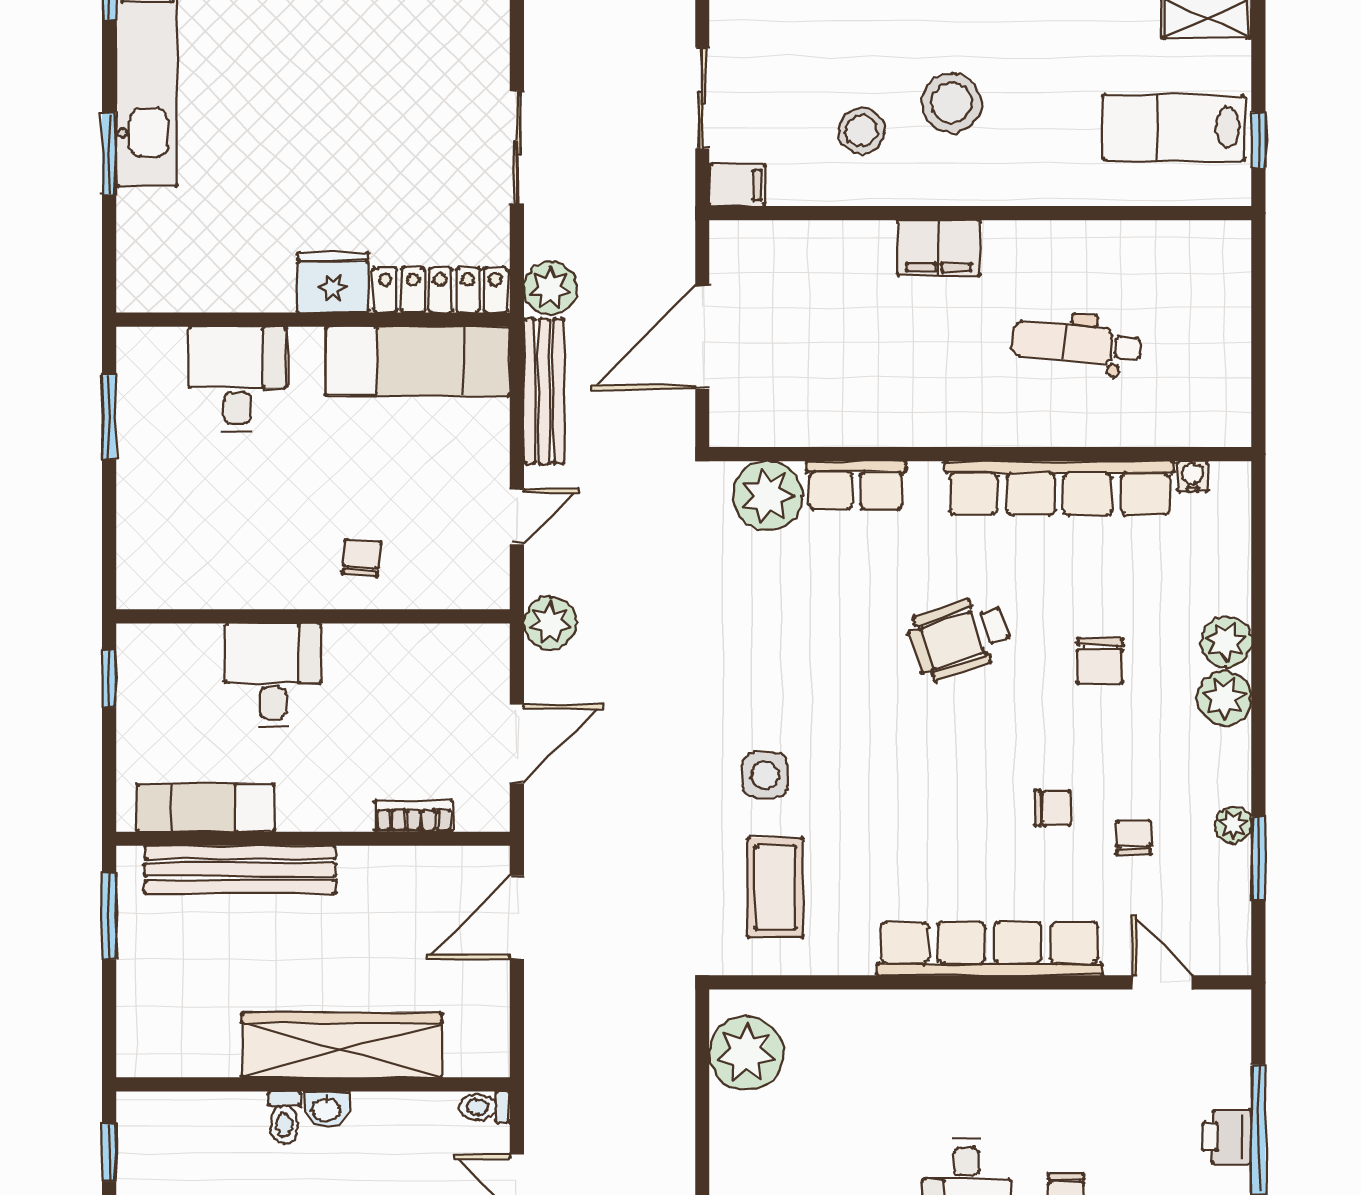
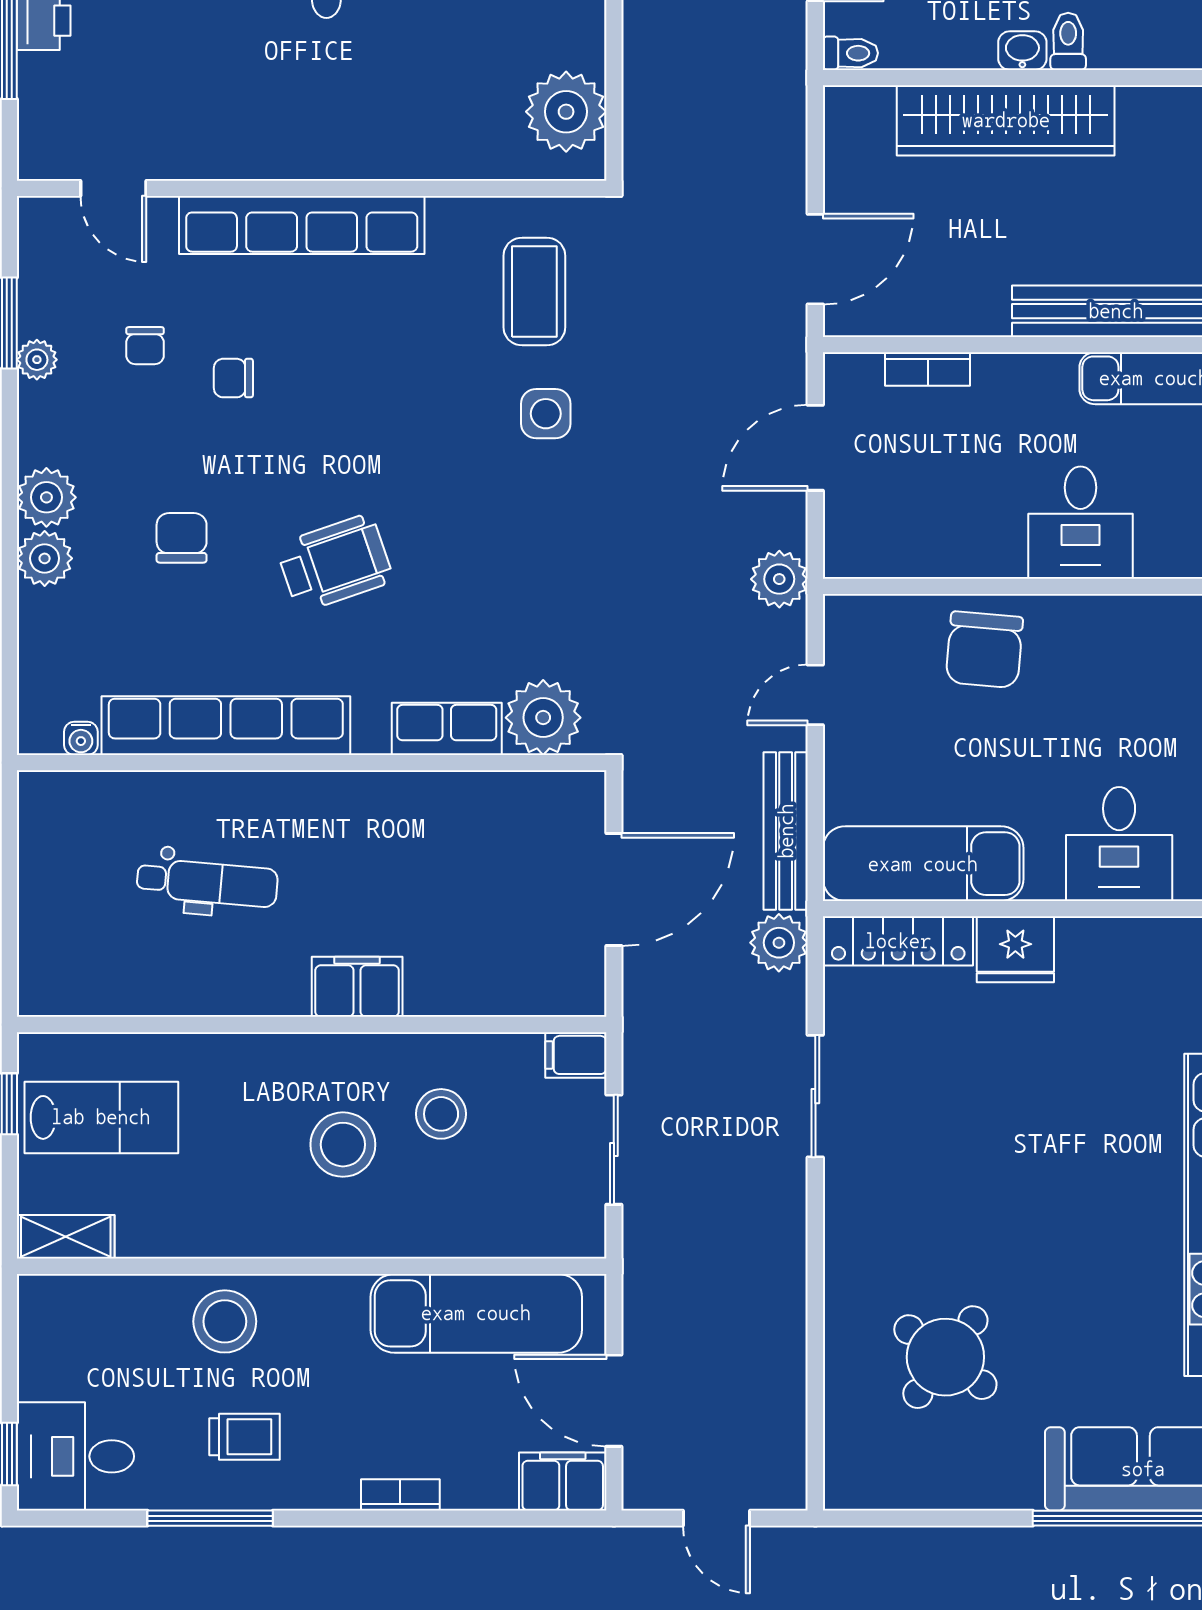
chair: (361, 558) -> (984, 650), width x1.87, depth x1.87

